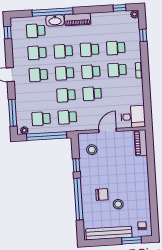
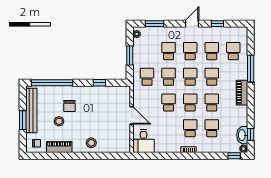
window: (53, 12) -> (251, 69), width x0.68
washbasin: (55, 20) -> (242, 135), moved
window: (8, 33) -> (217, 24), moved
window: (143, 35) -> (234, 156), moved
window: (13, 113) -> (155, 24), width x0.69
school desk: (41, 119) -> (169, 51), moved
window: (47, 136) -> (130, 56), width x0.47
piano: (141, 143) -> (59, 147), moved
stool: (92, 150) -> (91, 143), moved
window: (78, 199) -> (52, 83), moved
window: (132, 240) -> (23, 120), moved

